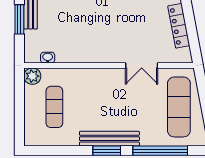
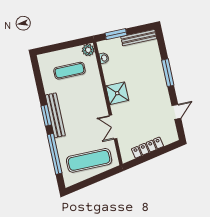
window: (19, 19) -> (116, 34), moved
shower: (98, 50) -> (117, 93), added

